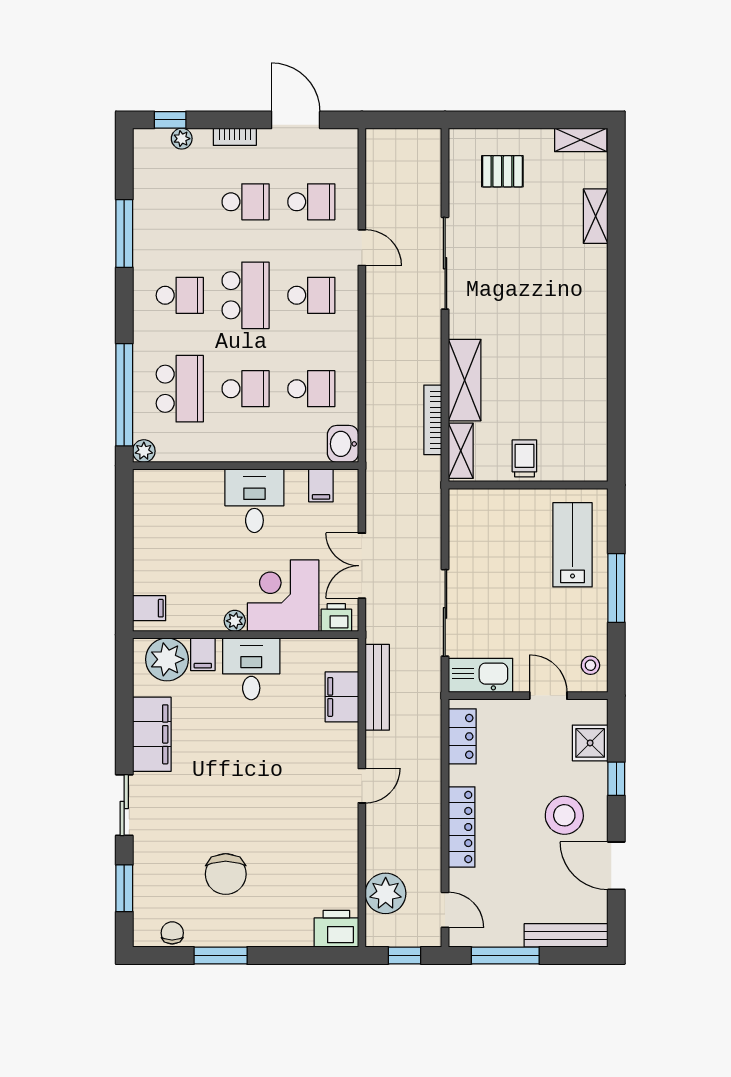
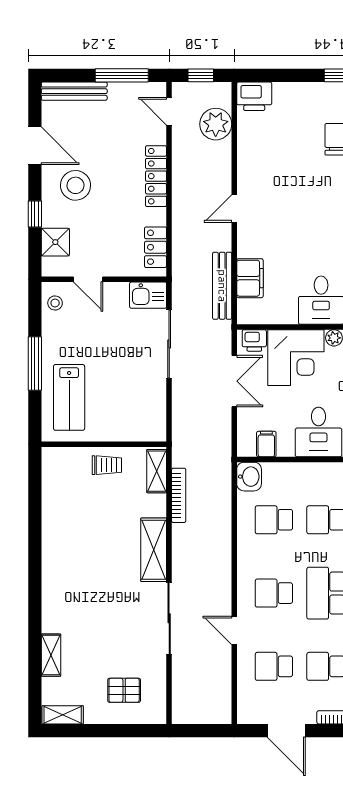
shelving: (465, 380) -> (154, 550), moved
trolley: (524, 458) -> (107, 465), turned -90
kitchen sink: (481, 675) -> (148, 295), width x0.73

